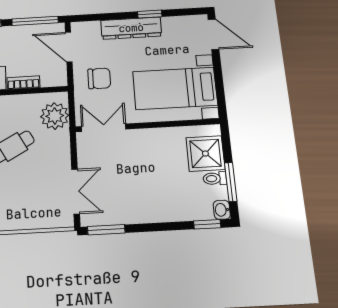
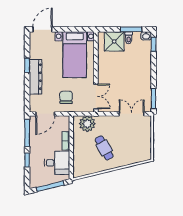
double door: (104, 128) -> (96, 96), swing flipped

